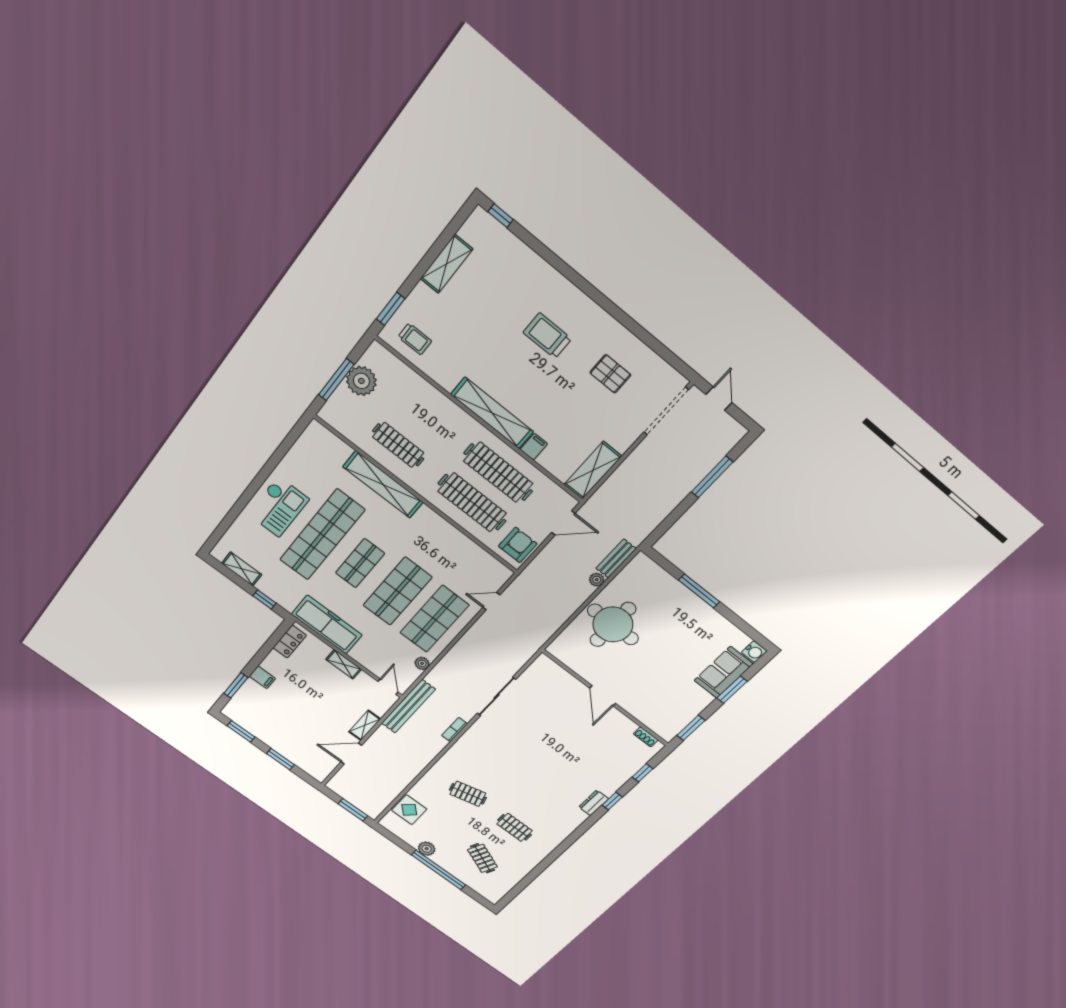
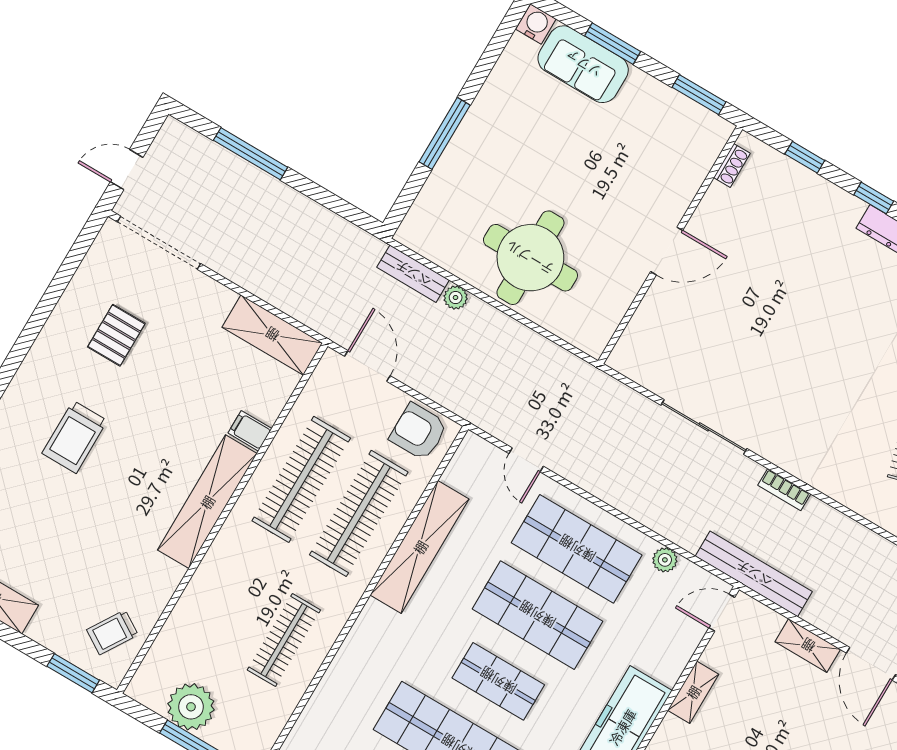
trolley: (415, 339) -> (112, 632), turned -148
shelving: (383, 485) -> (420, 547), moved

